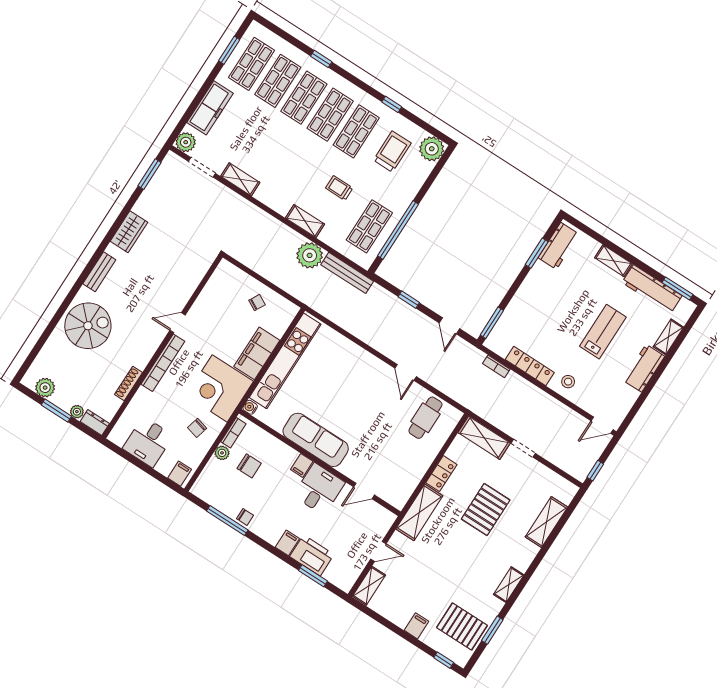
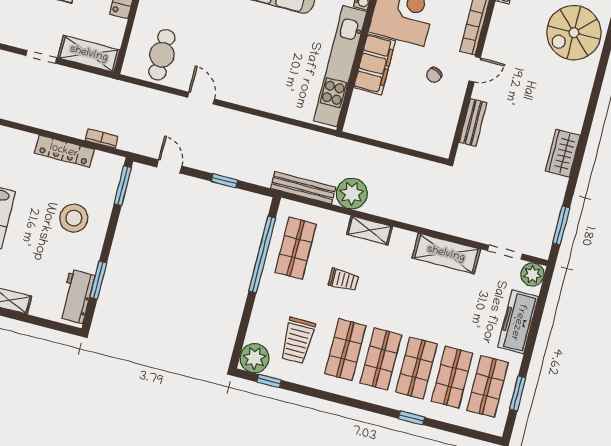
window: (392, 104) -> (269, 381), moved
shelving: (240, 179) -> (446, 254), width x1.50, depth x1.33
bench: (99, 272) -> (473, 122), moved
chair: (257, 303) -> (434, 75), moved
stool: (568, 382) -> (74, 218), moved, width x1.89, depth x1.89

